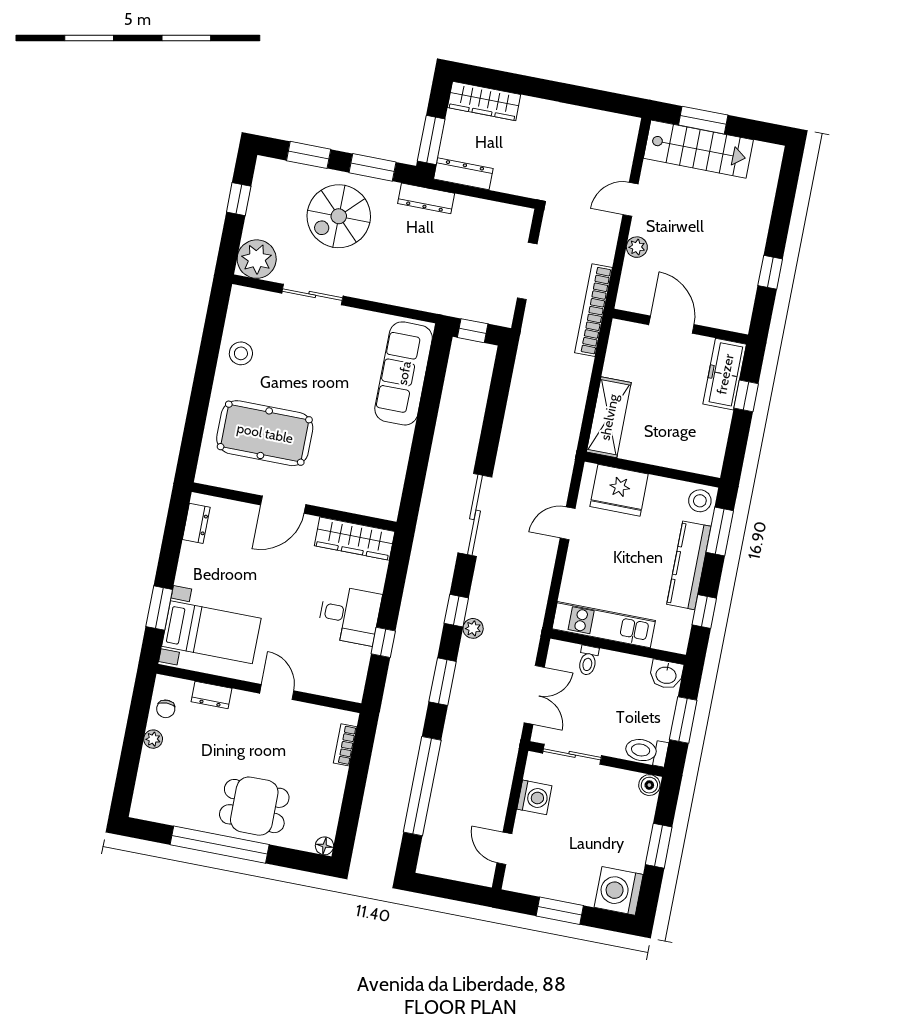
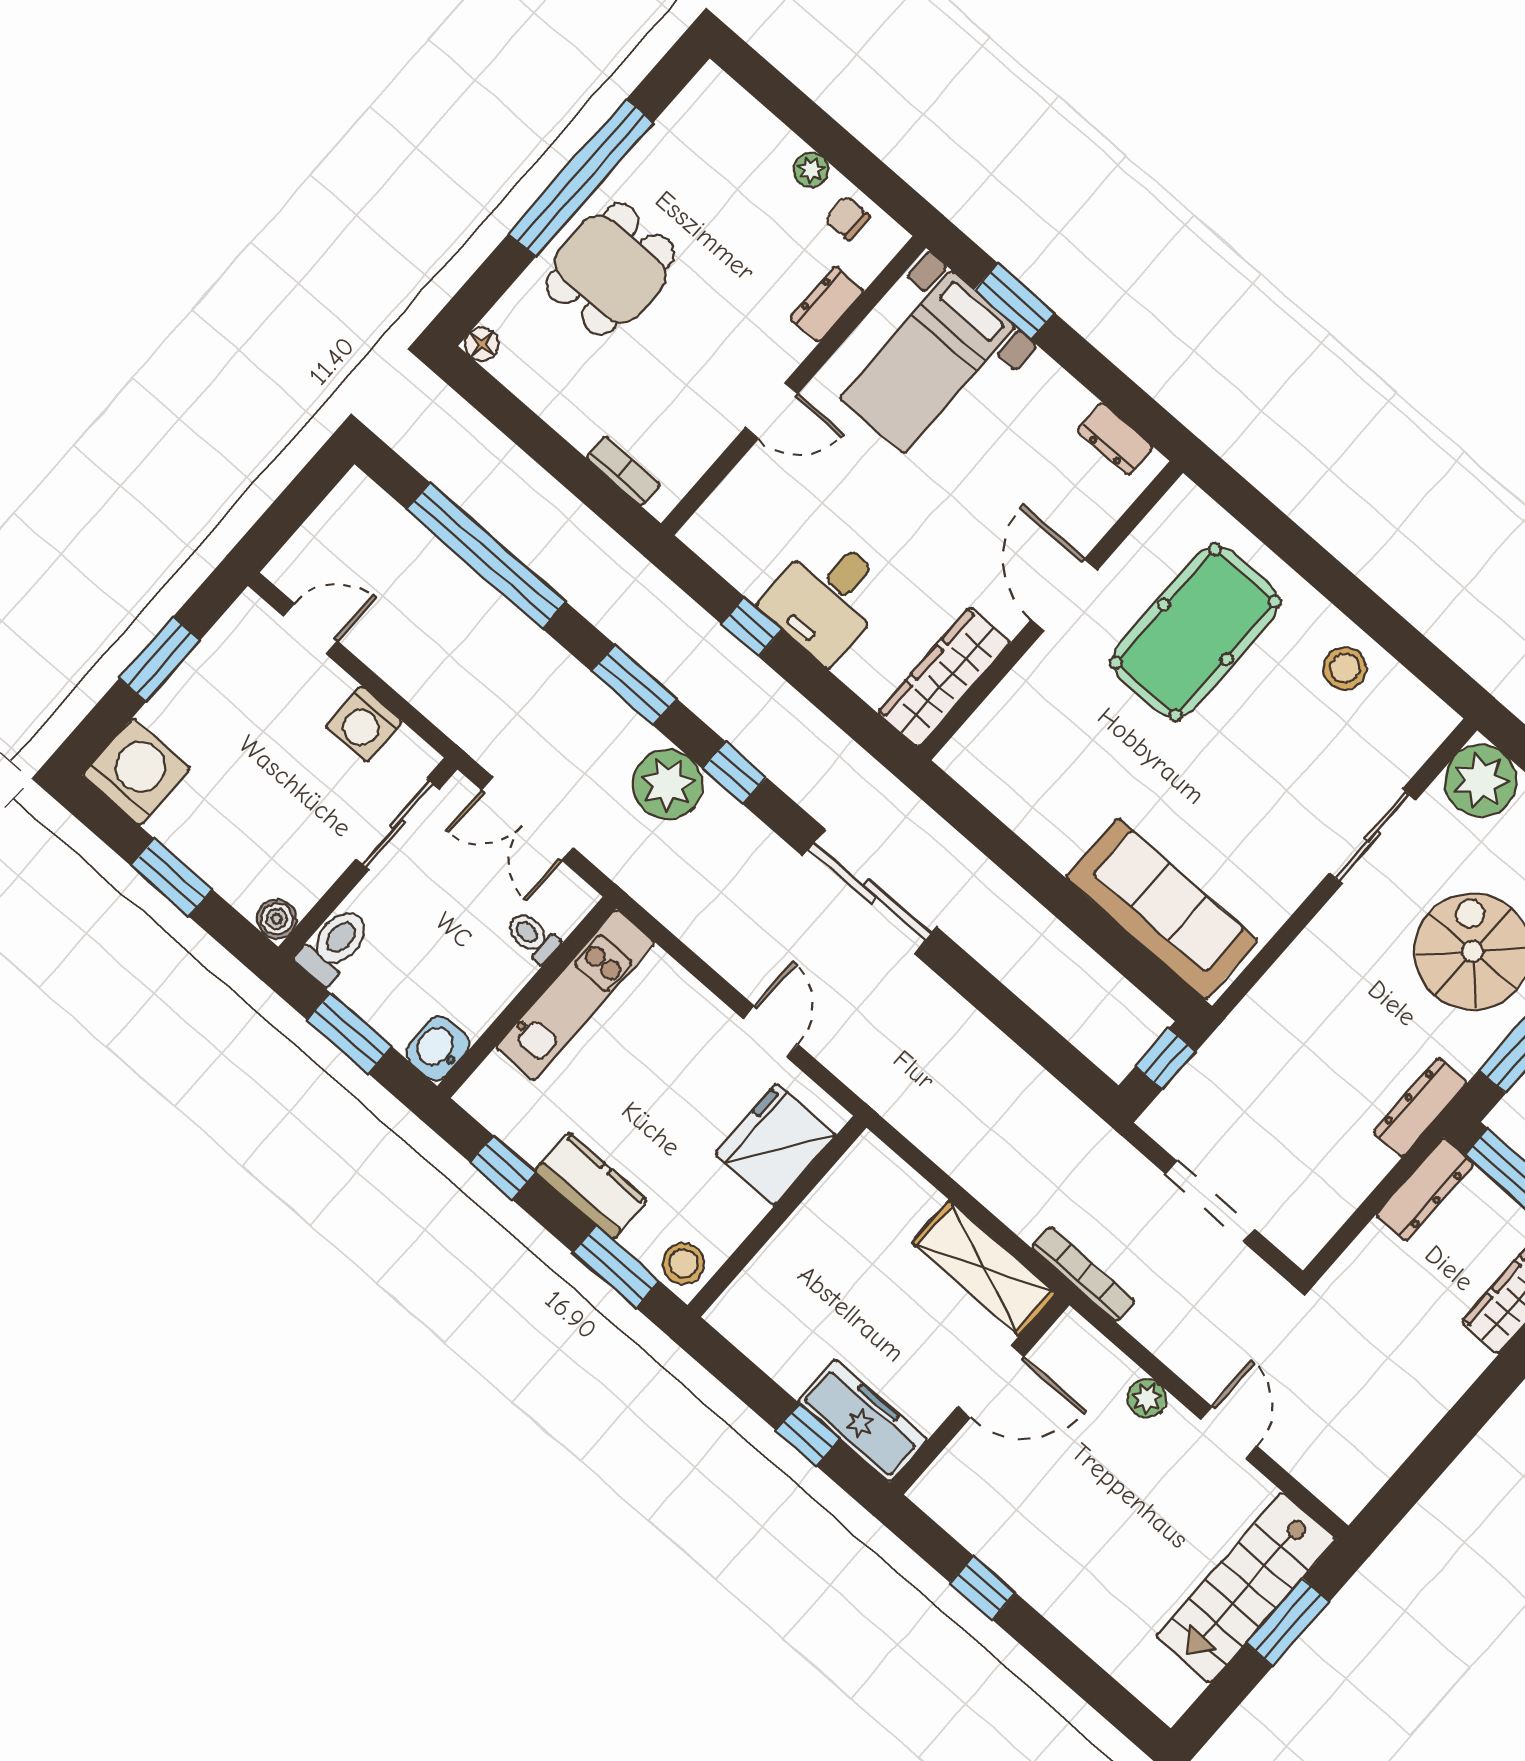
bookcase: (594, 310) -> (1083, 1274), width x0.68, depth x0.76
shelving: (609, 417) -> (984, 1268), moved
kitchen counter: (689, 565) -> (591, 1186), width x0.67
plant: (473, 628) -> (668, 784), width x1.87, depth x1.87

